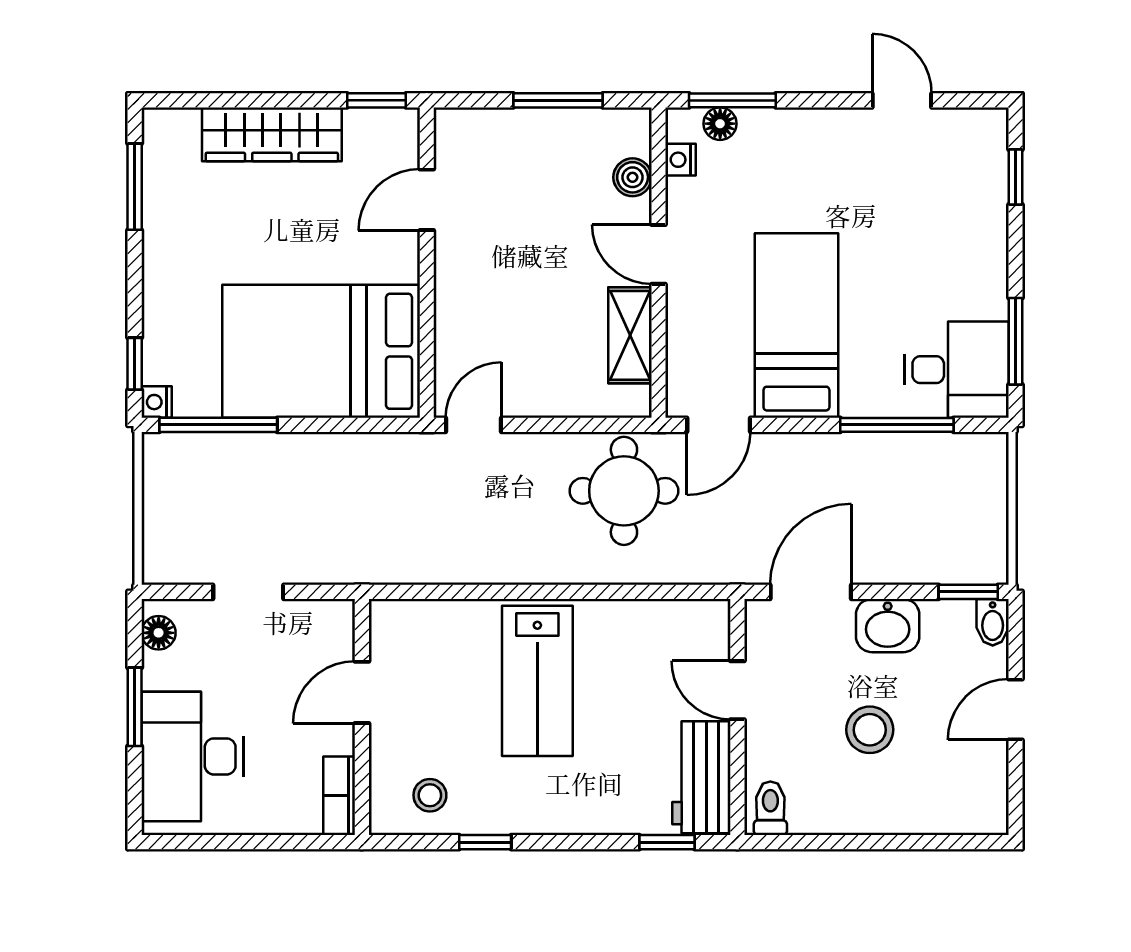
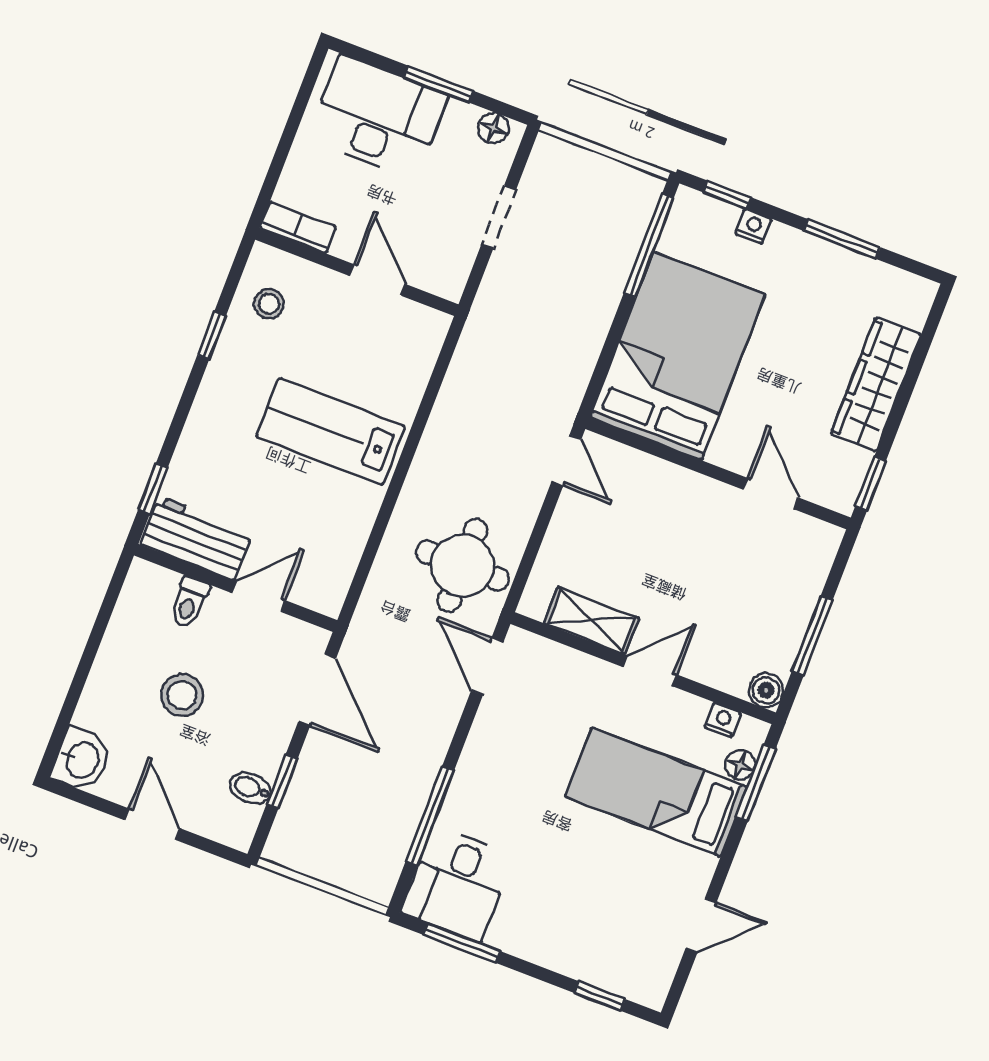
boiler: (633, 177) -> (766, 690), moved
window: (135, 187) -> (842, 239), moved
bed: (796, 326) -> (656, 792), moved, turned 180
nightstand: (157, 402) -> (753, 226), moved
window: (968, 592) -> (282, 781), moved
bidet: (993, 622) -> (250, 788), moved
washbasin: (888, 626) -> (81, 760), moved, turned 180
toilet: (770, 808) -> (189, 603), moved, turned 90

